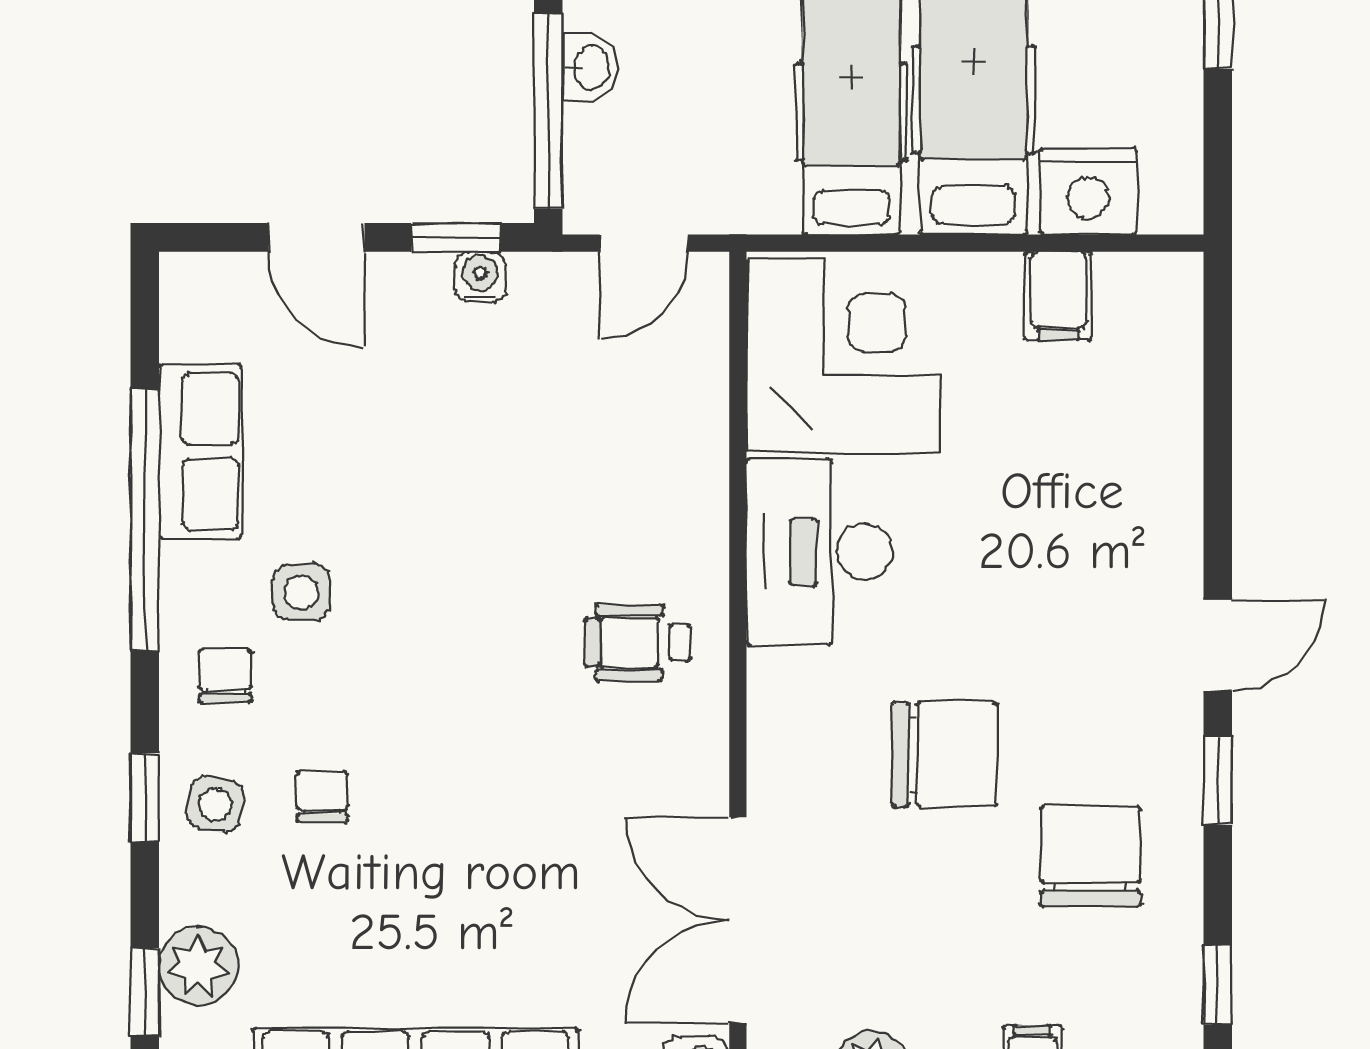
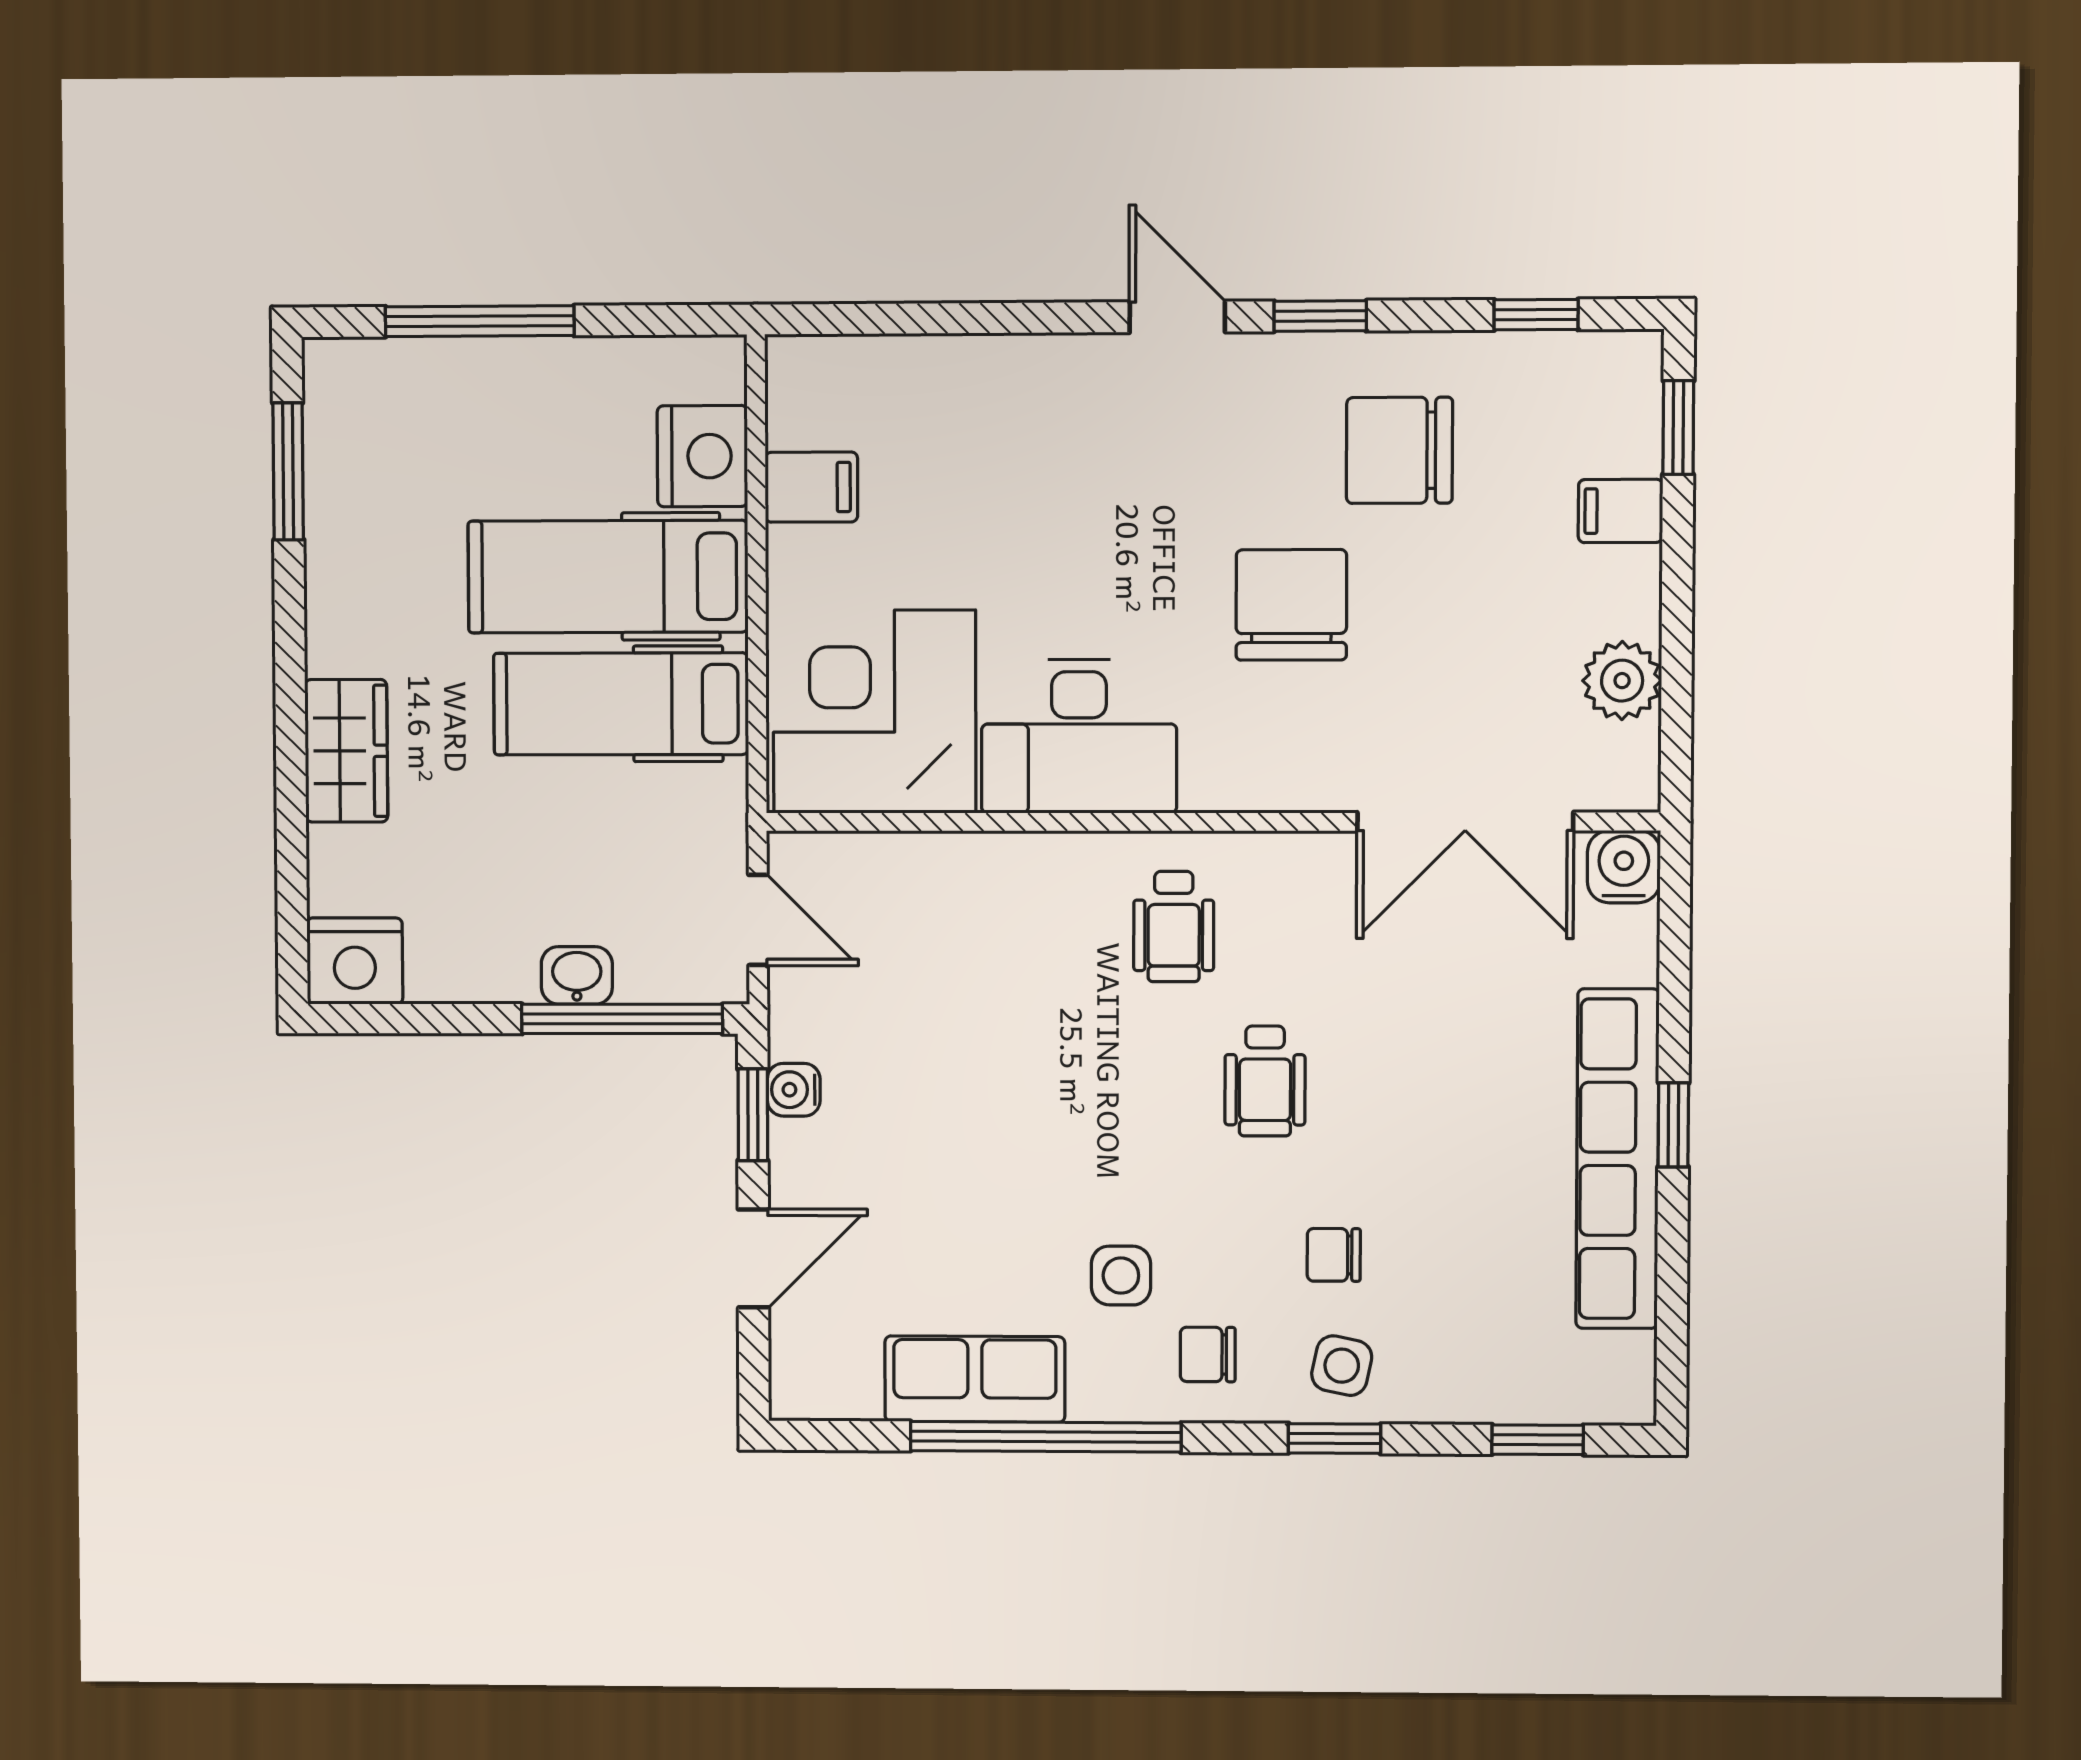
wheelchair: (489, 730) -> (1265, 1081), added
plant: (198, 966) -> (1511, 1384), removed

